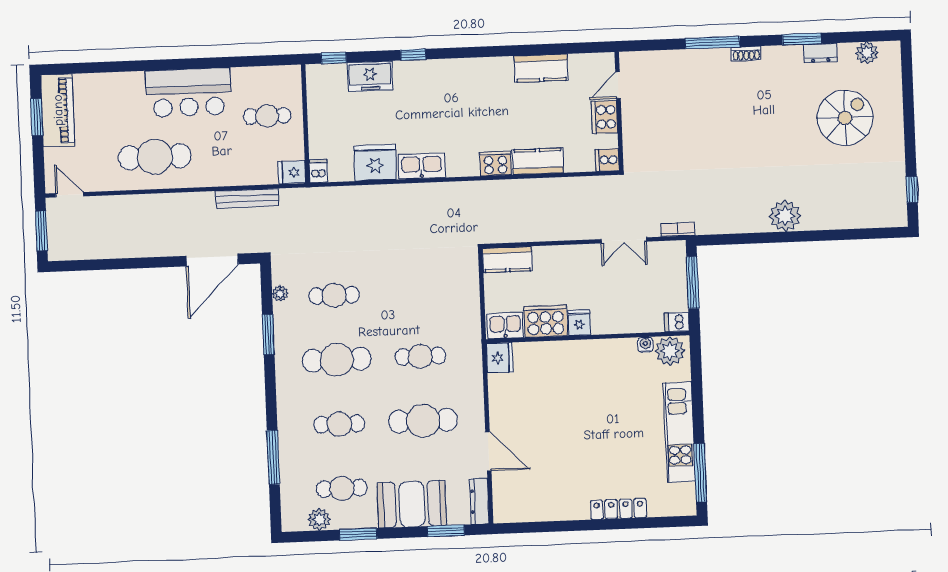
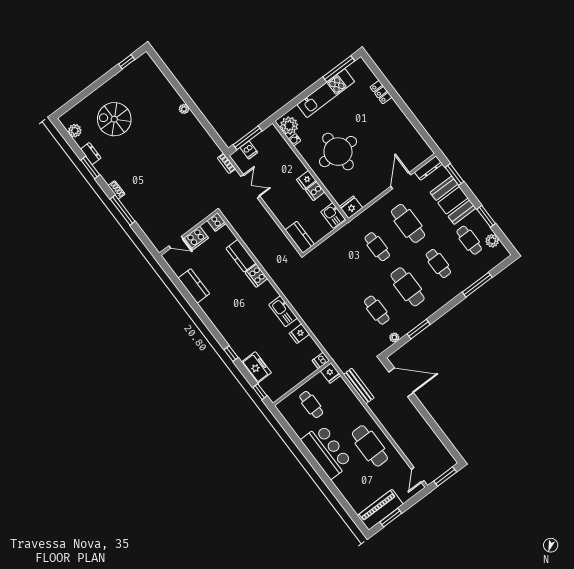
fridge: (375, 163) -> (299, 334), width x0.53, depth x0.75
plant: (785, 216) -> (184, 109), width x0.53, depth x0.53
cooker: (546, 321) -> (315, 191), width x0.53, depth x0.76
dishwasher: (677, 322) -> (249, 150), moved
round table: (588, 393) -> (338, 152), added
locker: (618, 509) -> (381, 92), width x0.66

